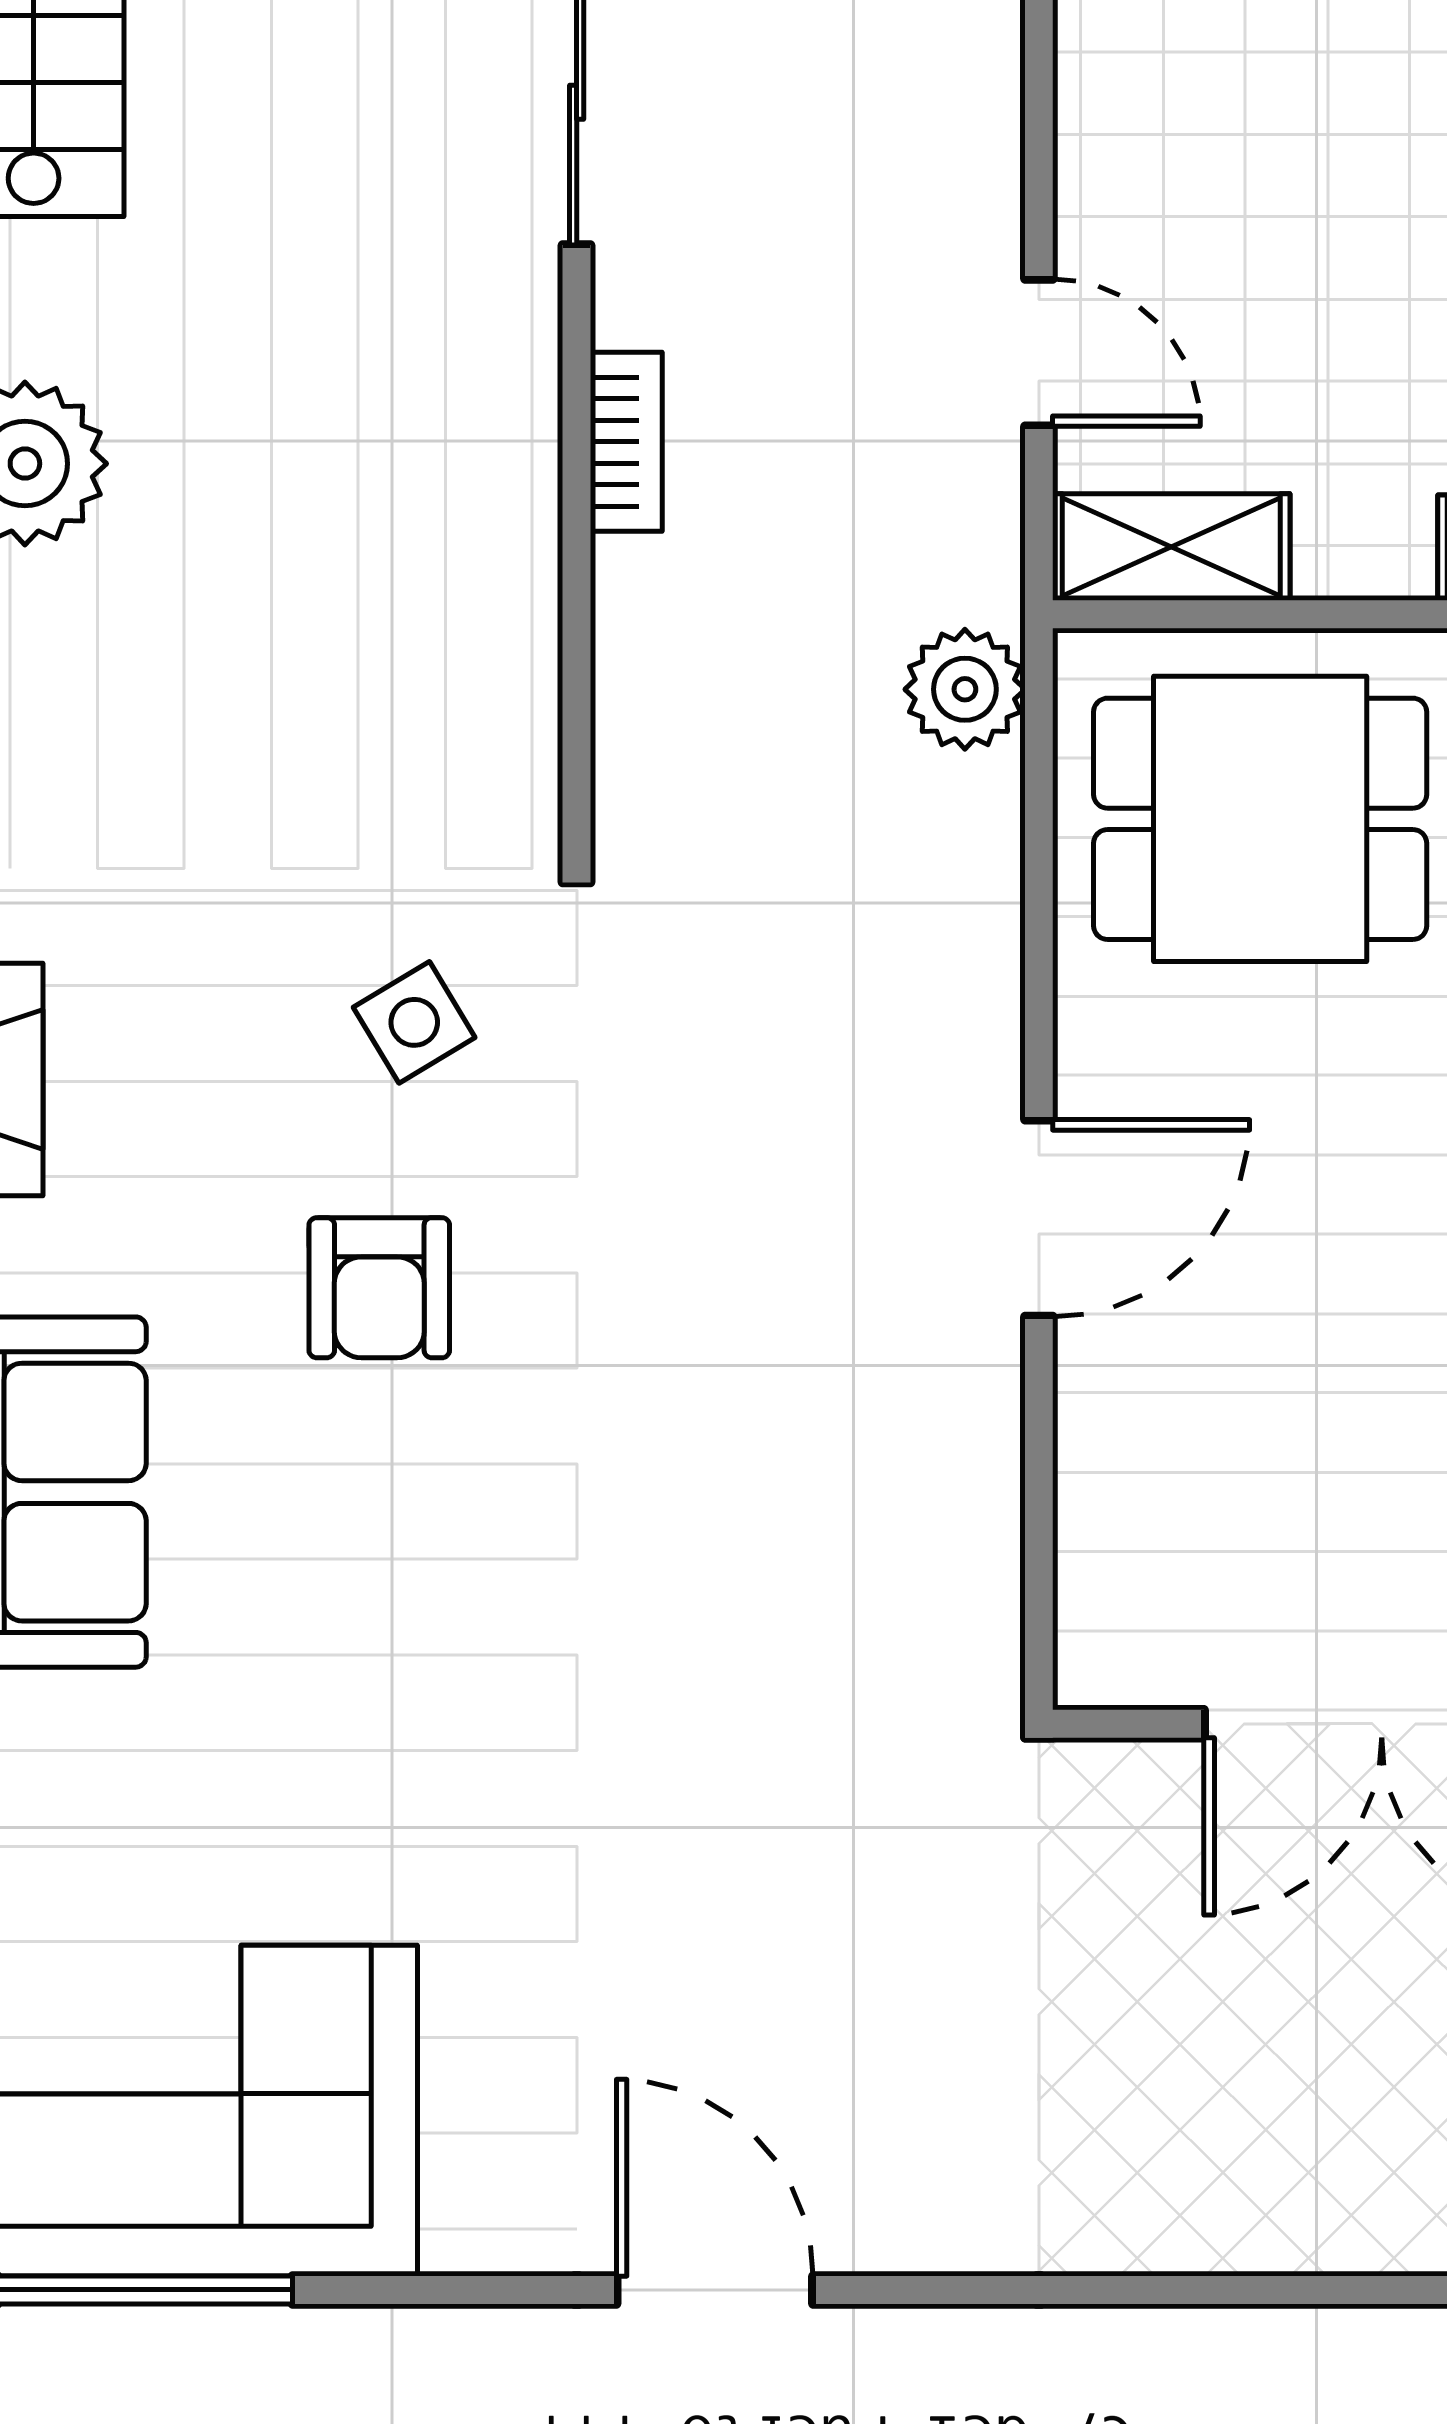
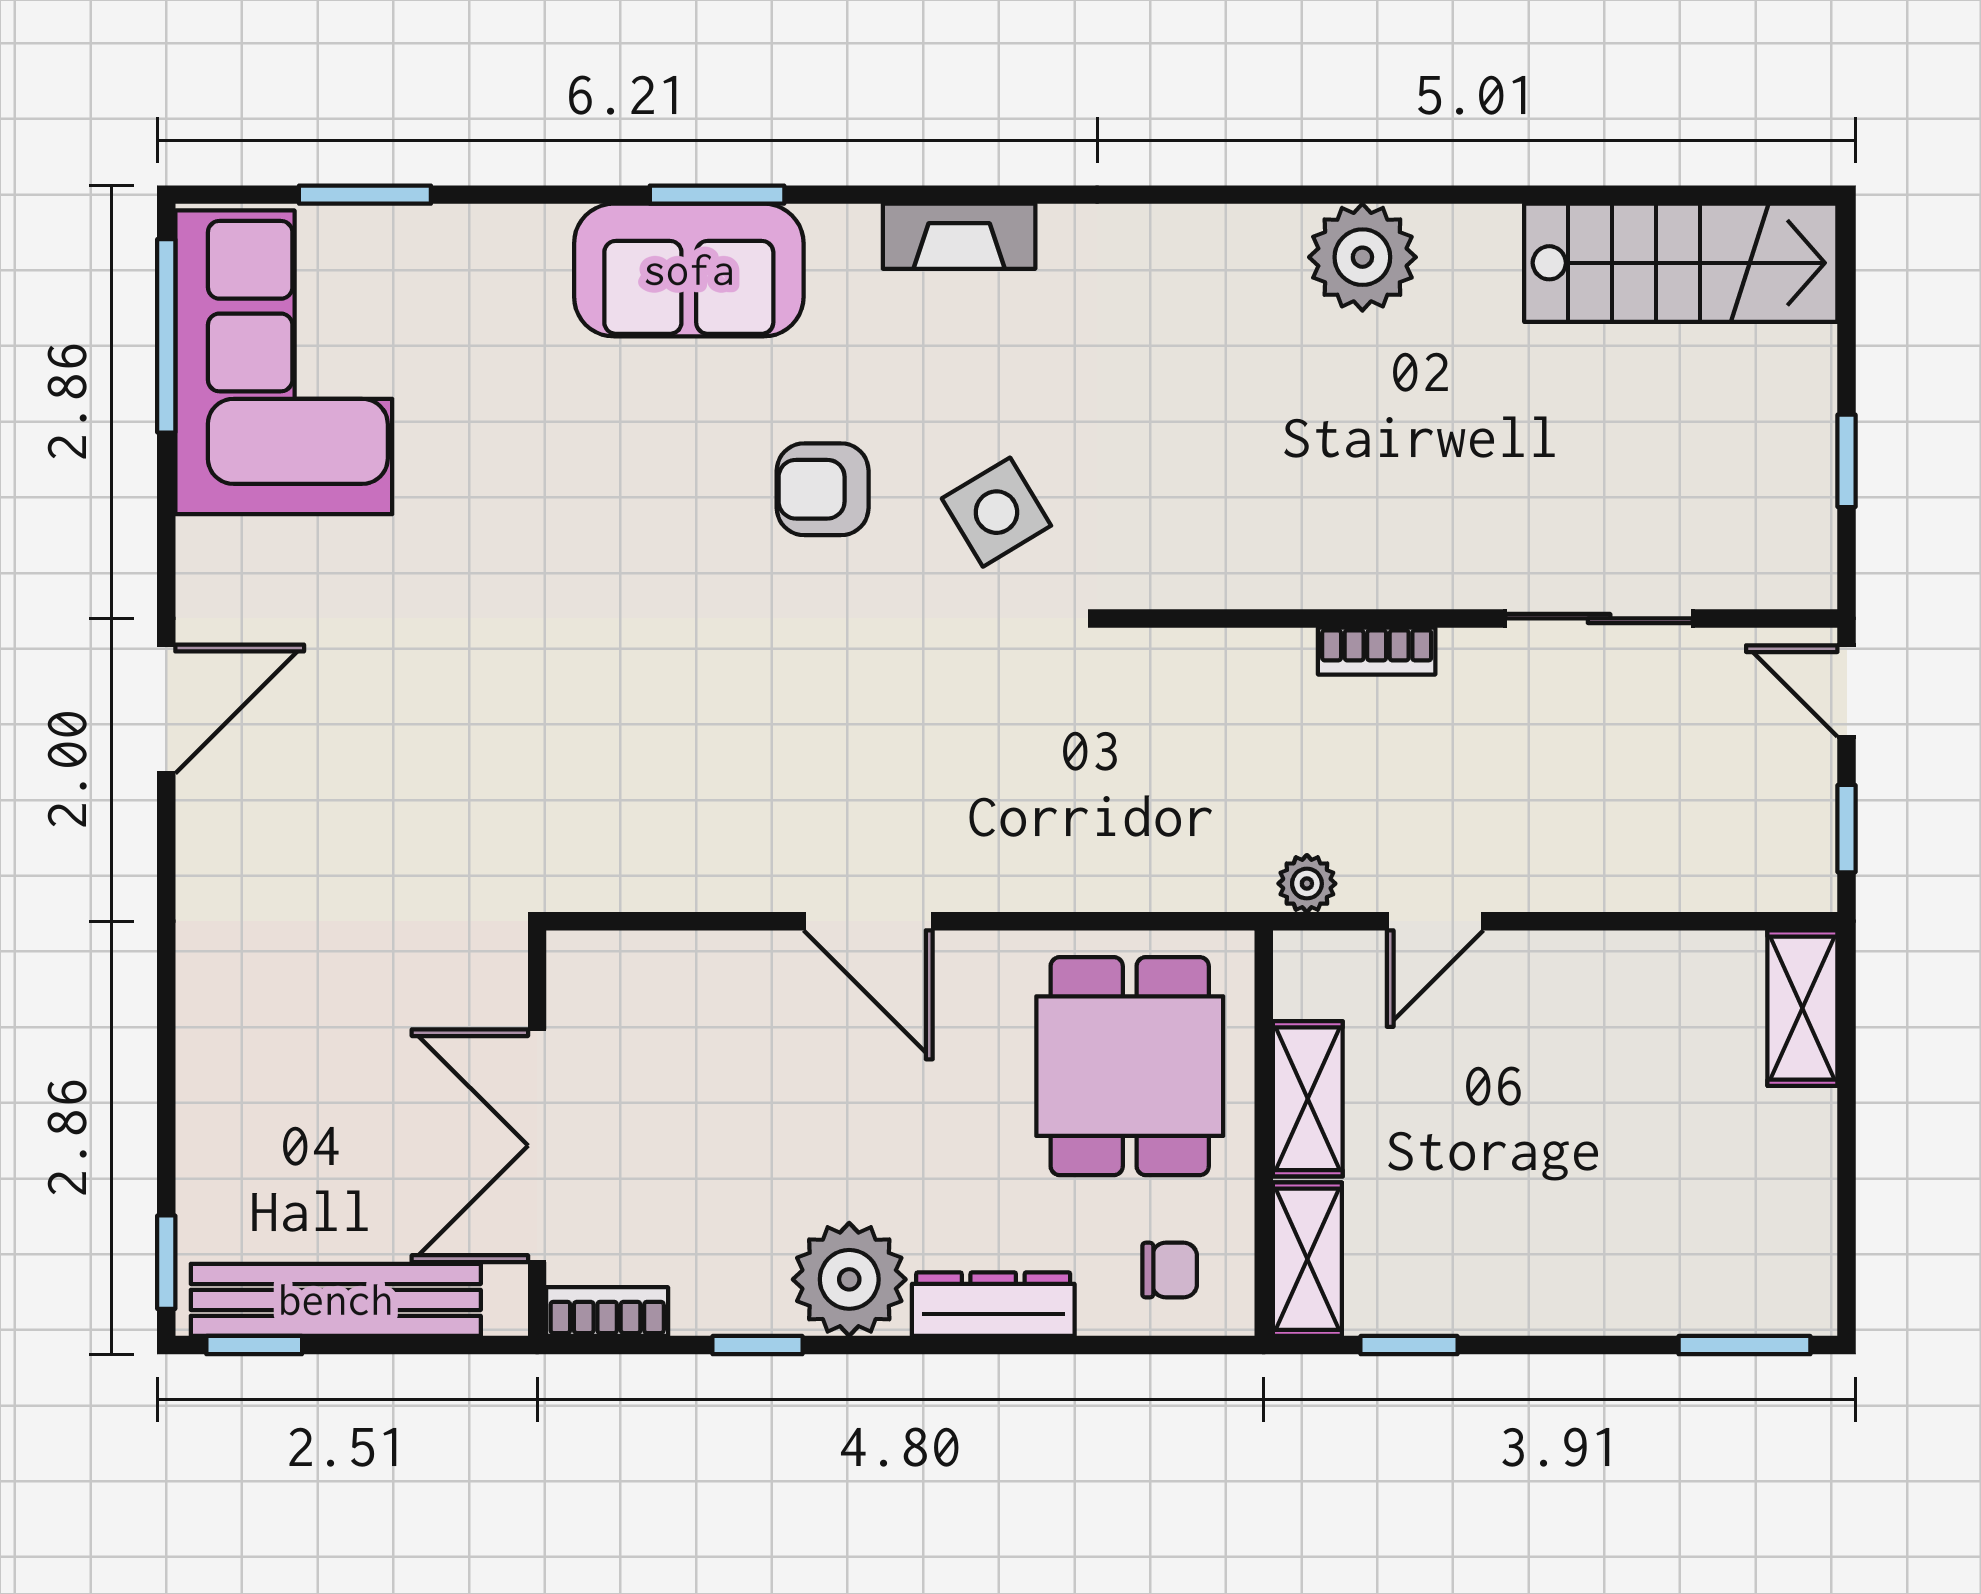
shelving: (1171, 547) -> (1308, 1099), moved
plant: (965, 689) -> (1307, 884), moved, width x0.73, depth x0.73
side table: (414, 1022) -> (996, 512), width x1.37, depth x1.37

